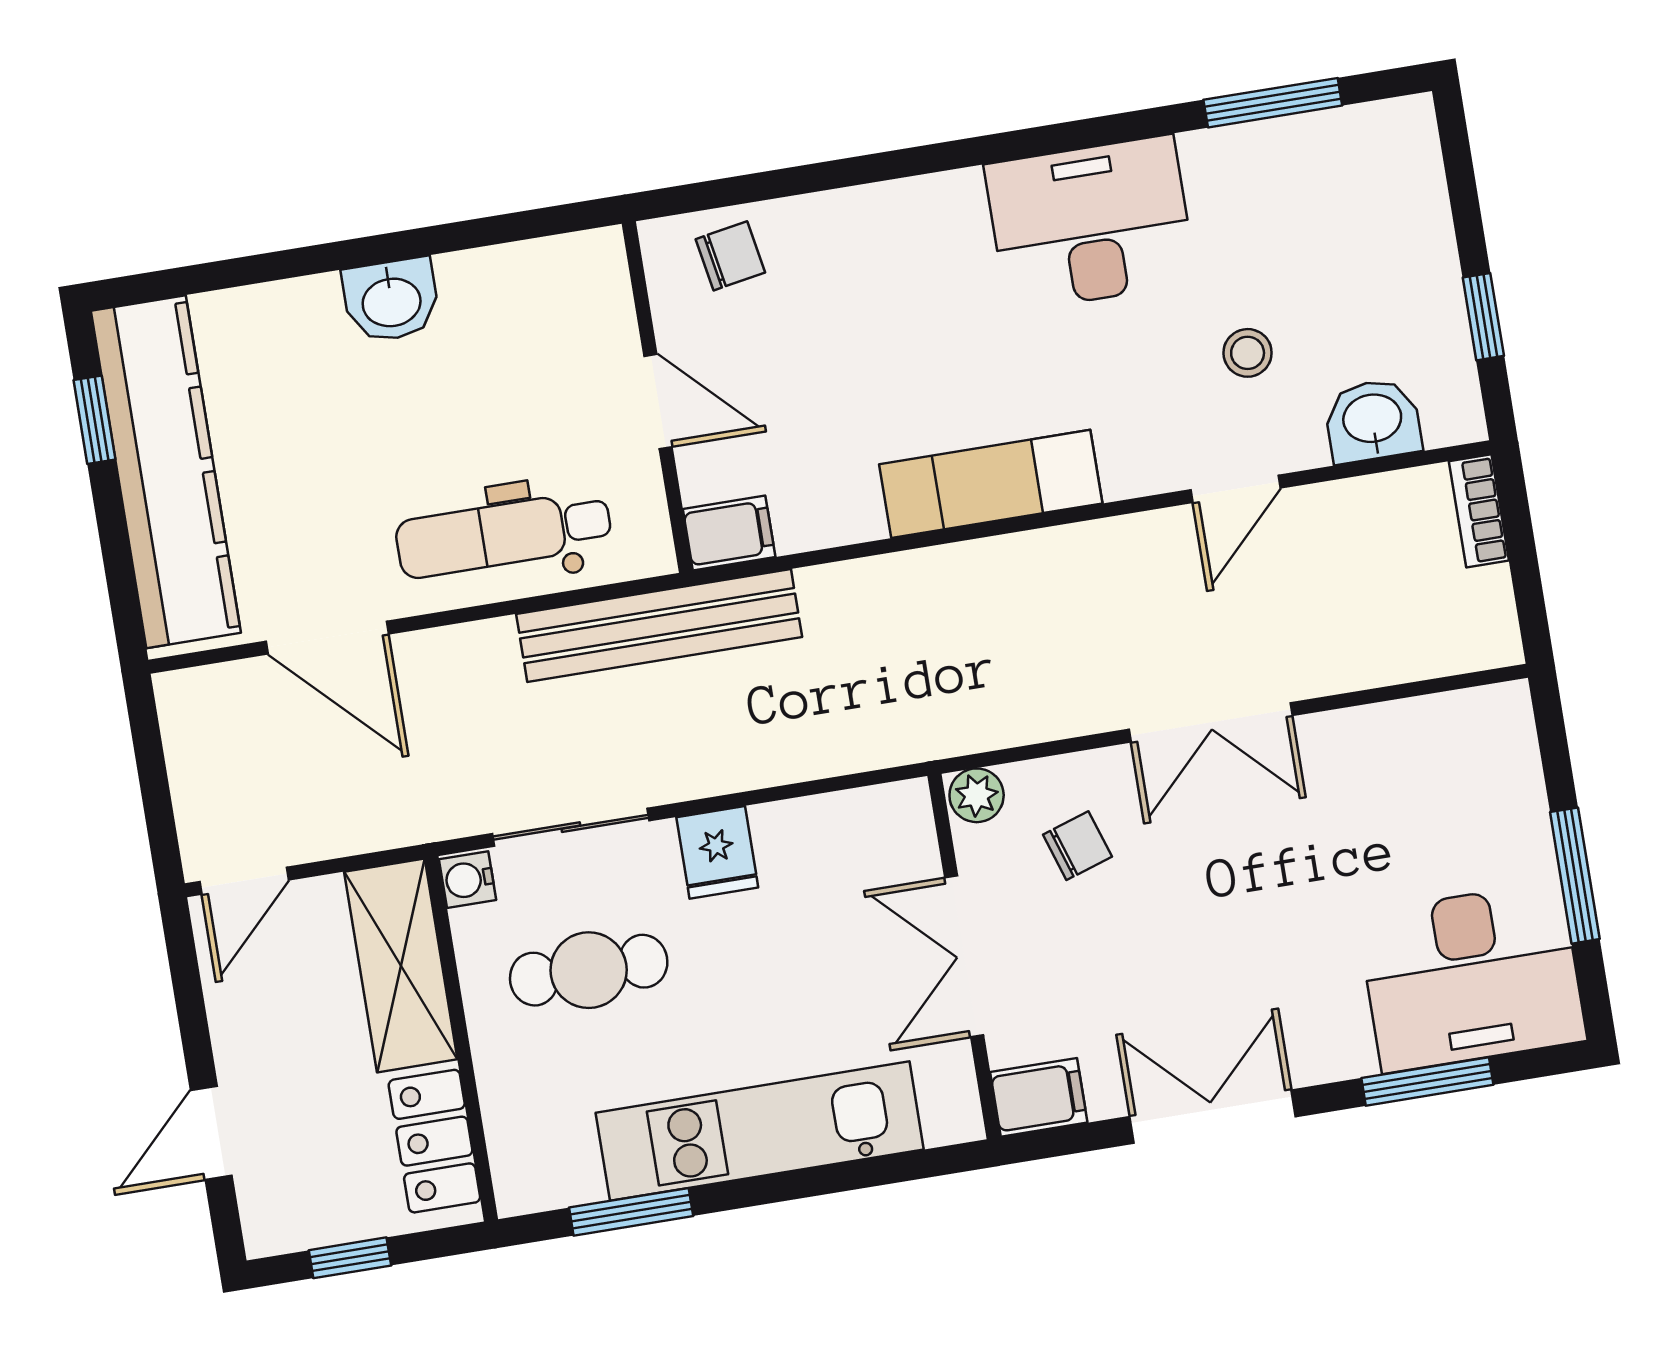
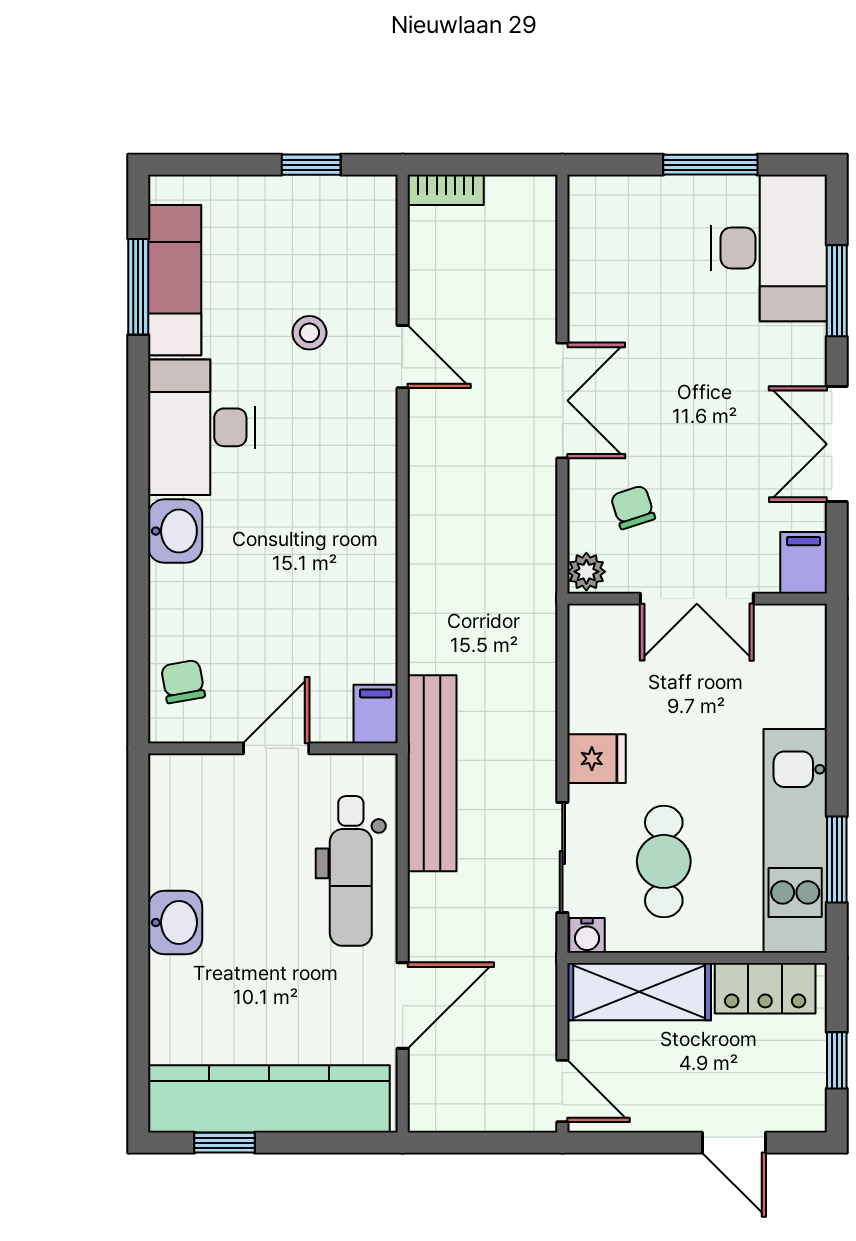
washbasin: (1373, 421) -> (175, 531), moved, turned 180
exam couch: (991, 484) -> (175, 280), moved, turned 180
kitchen unit: (760, 1131) -> (795, 841), moved

